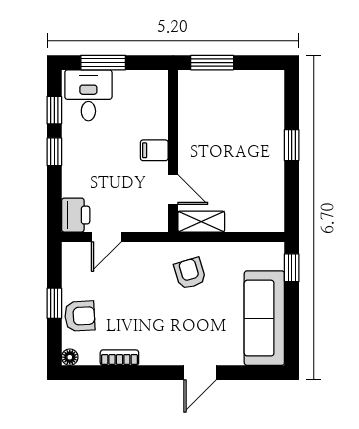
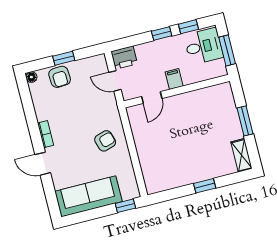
filing cabinet: (154, 150) -> (174, 79), moved
wall: (173, 151) -> (177, 91), moved
door: (173, 190) -> (152, 98), moved
shelving: (201, 222) -> (241, 155), moved
bookcase: (119, 358) -> (46, 134), moved

